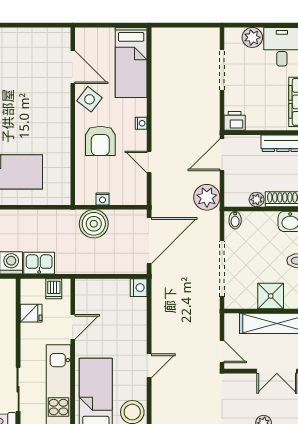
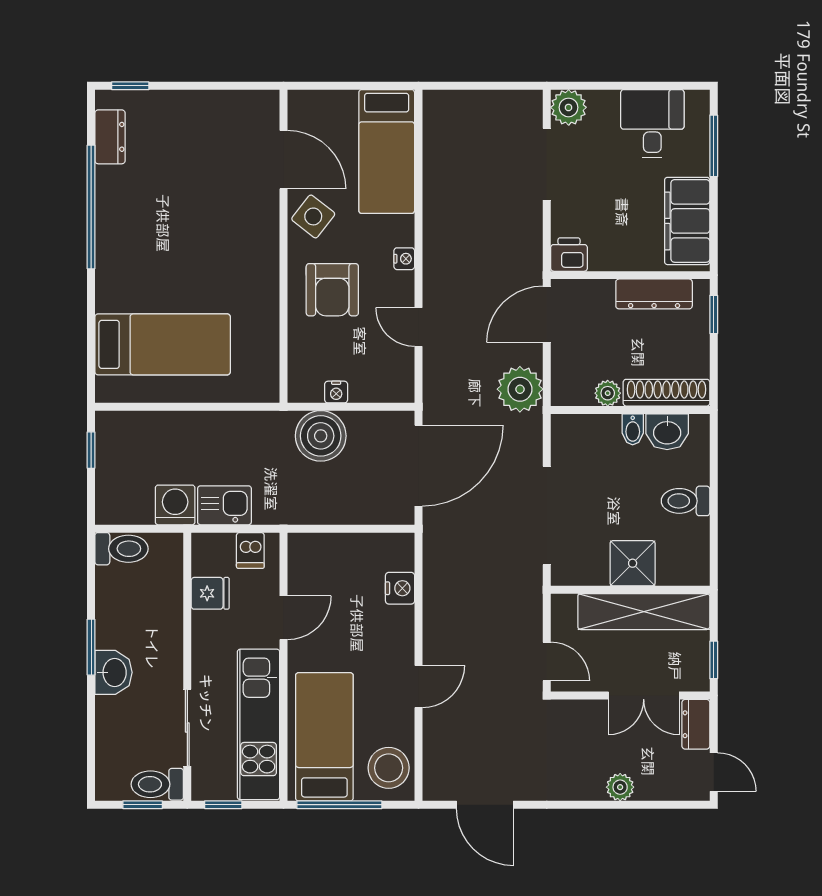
plant: (252, 37) -> (569, 107), moved
bidet: (235, 220) -> (633, 429), moved
nightstand: (139, 288) -> (400, 588), moved

